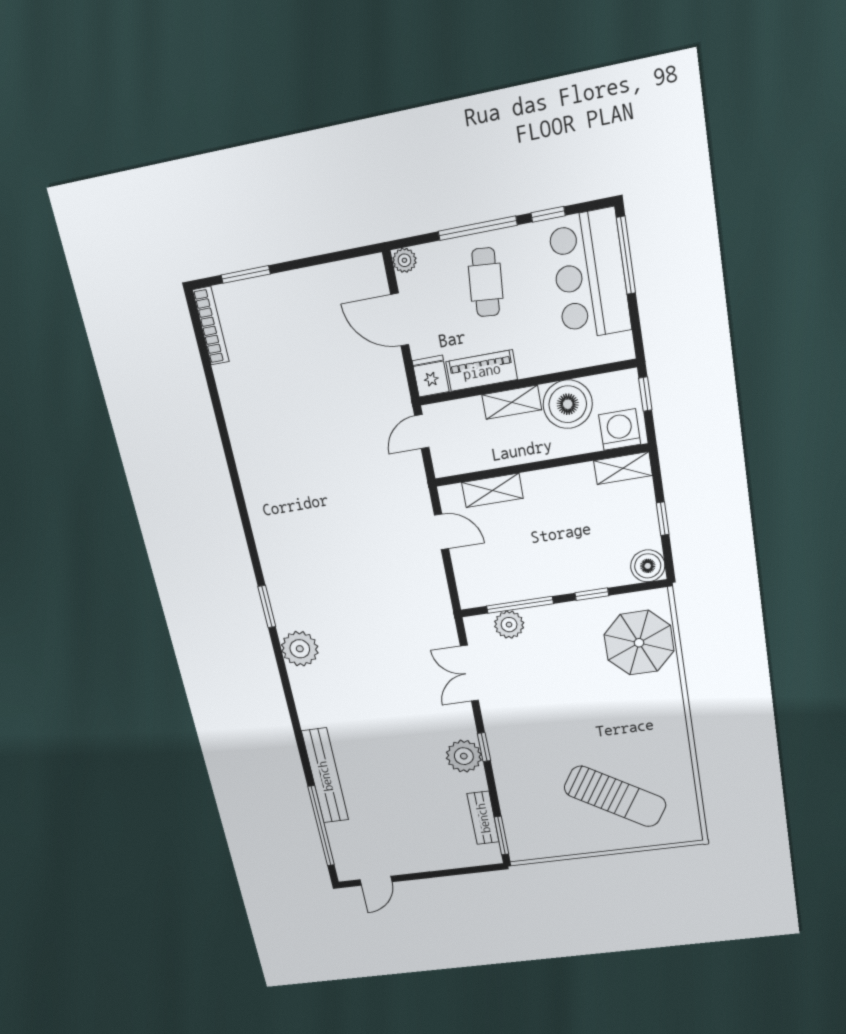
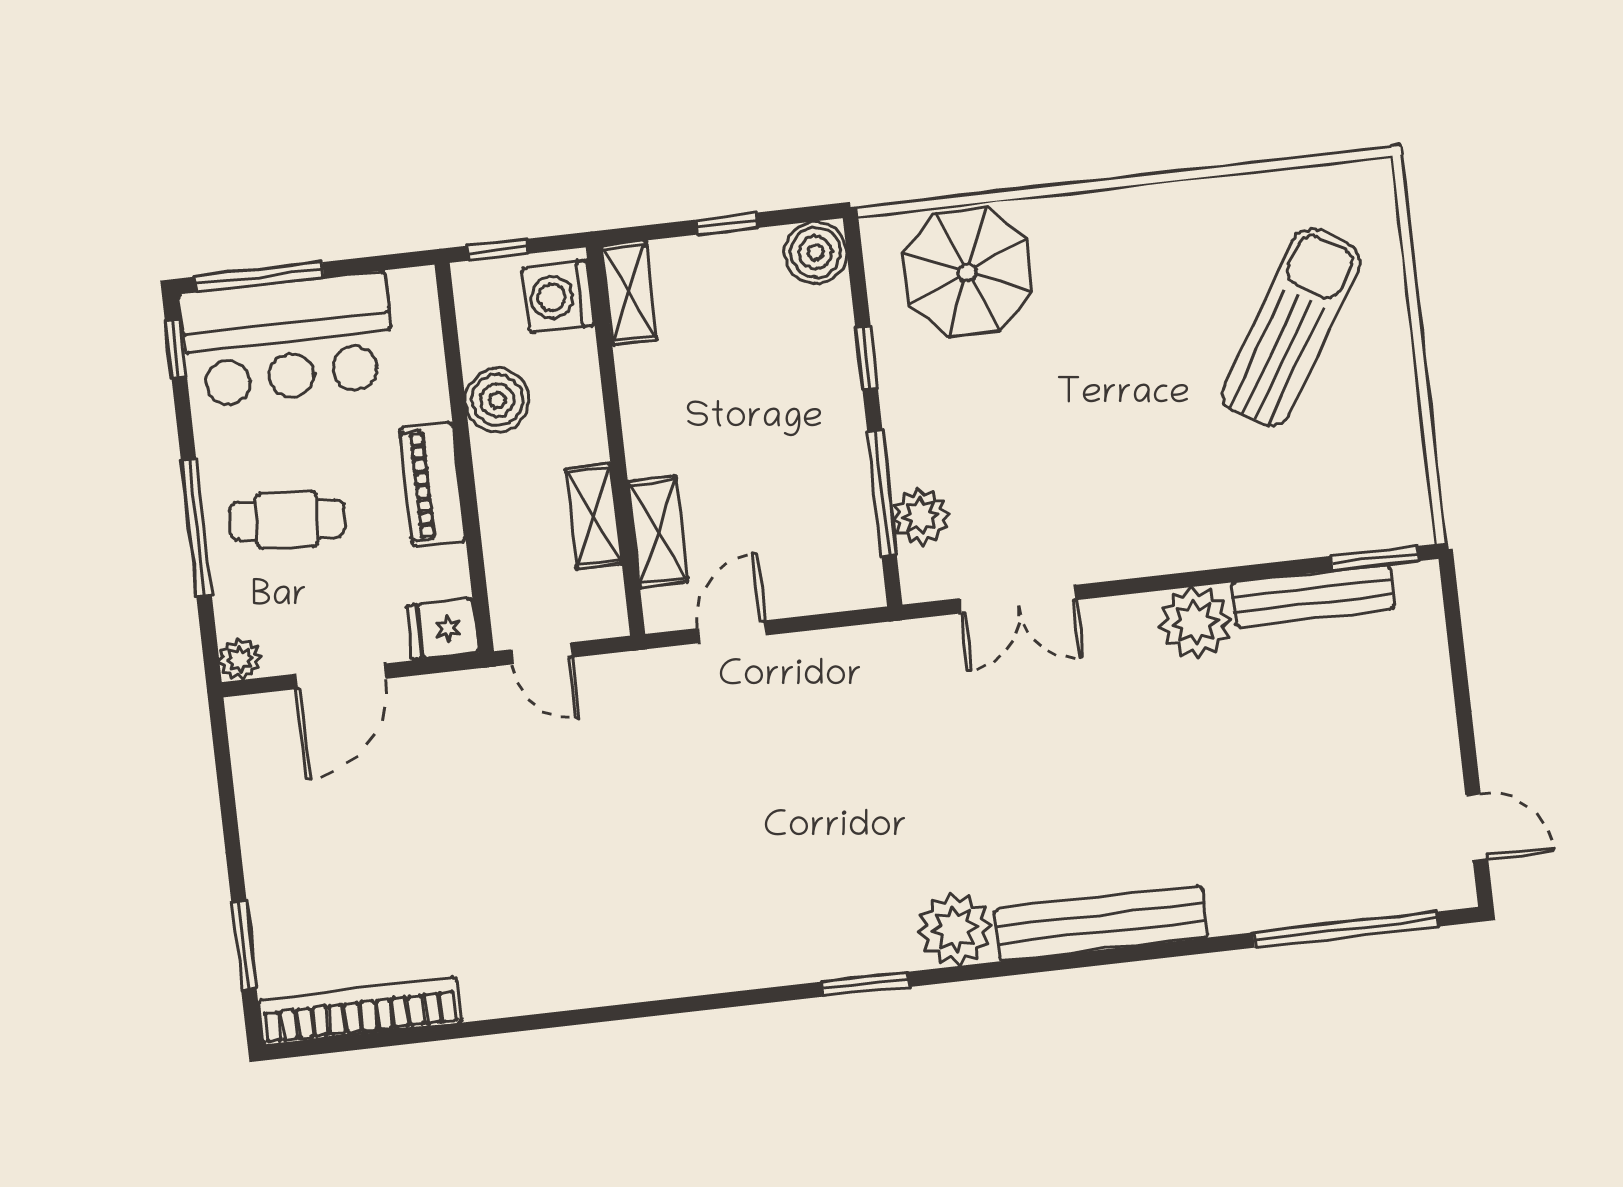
window: (548, 214) -> (176, 349), moved
bookcase: (211, 326) -> (360, 1011), width x1.48, depth x1.31
piano: (482, 371) -> (432, 484), moved
shelving: (512, 402) -> (594, 516), moved
boiler: (568, 404) -> (497, 400), width x0.73, depth x0.73
window: (484, 747) -> (1176, 581), removed
bench: (325, 776) -> (1101, 924), moved
bench: (483, 818) -> (1313, 596), width x1.36

